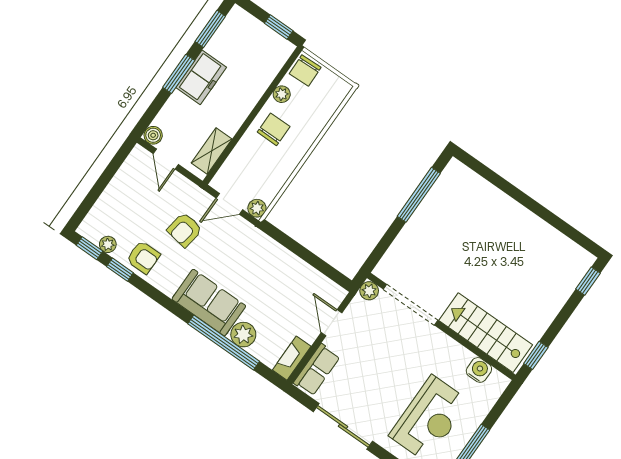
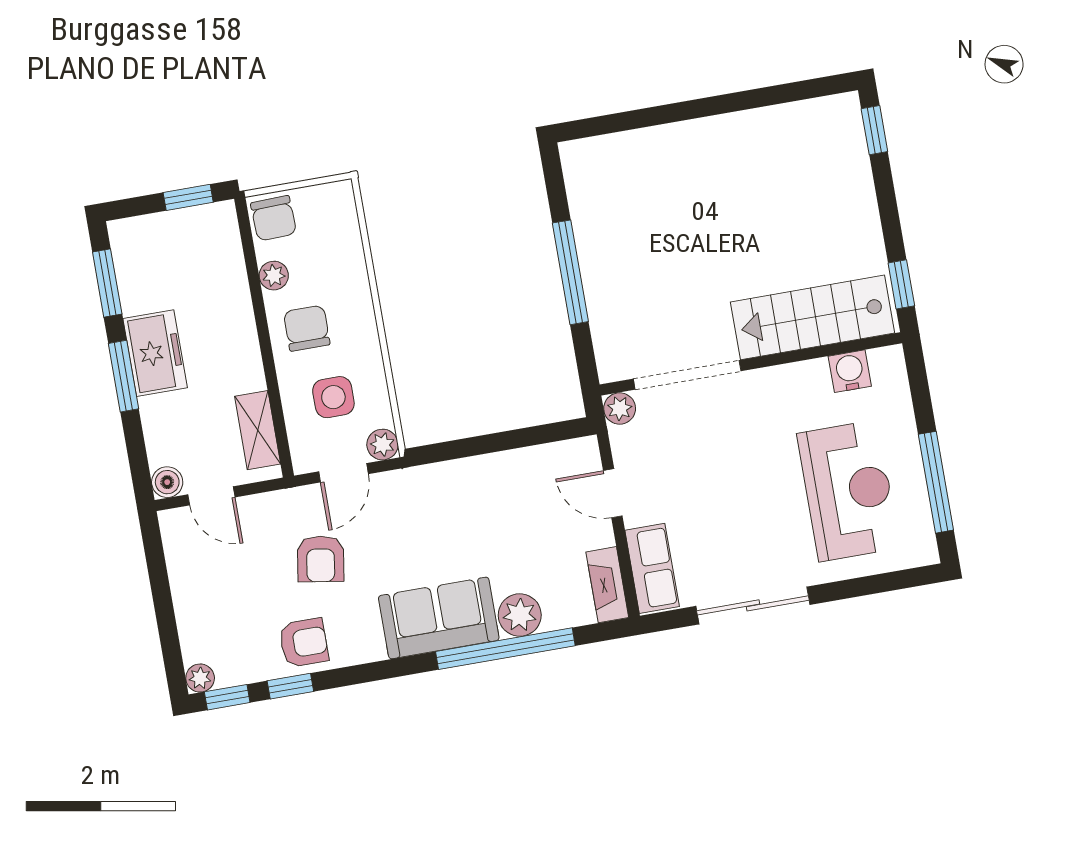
side table: (256, 169) -> (333, 397), added
window: (419, 195) -> (570, 272), moved
plant: (108, 244) -> (200, 678), moved

